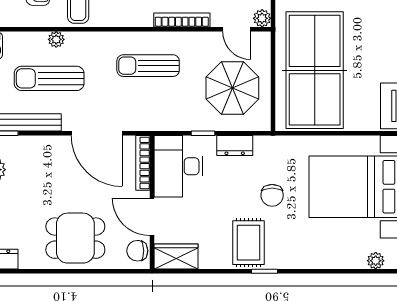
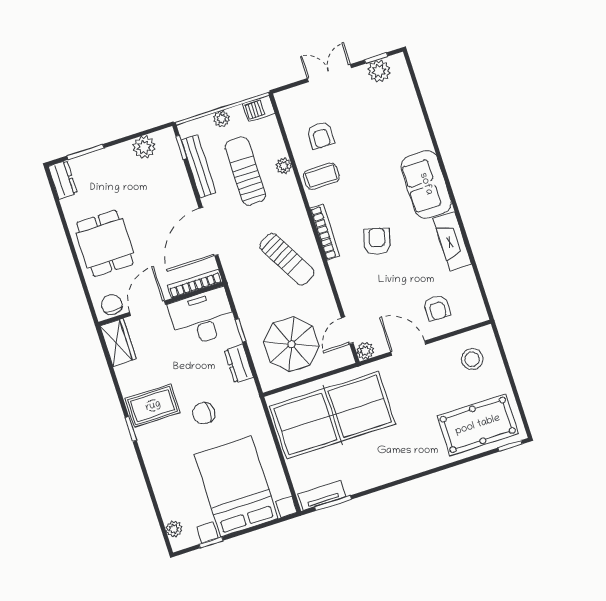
bookcase: (182, 20) -> (325, 232), moved
sun lounger: (148, 66) -> (287, 259), turned 151

